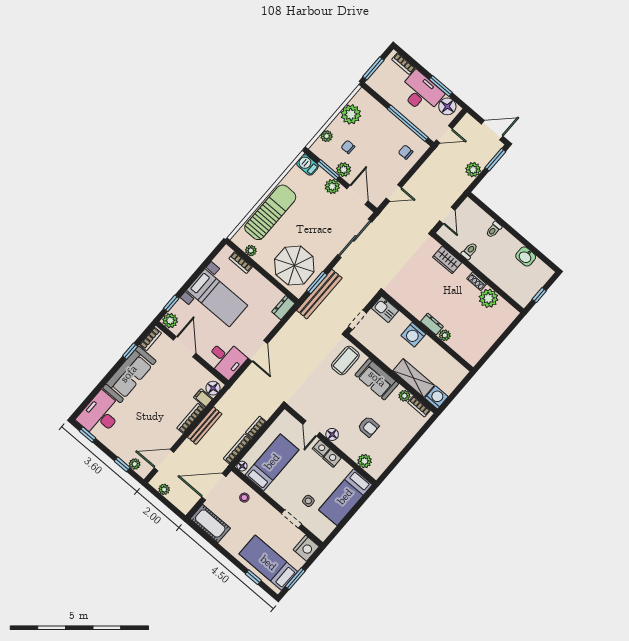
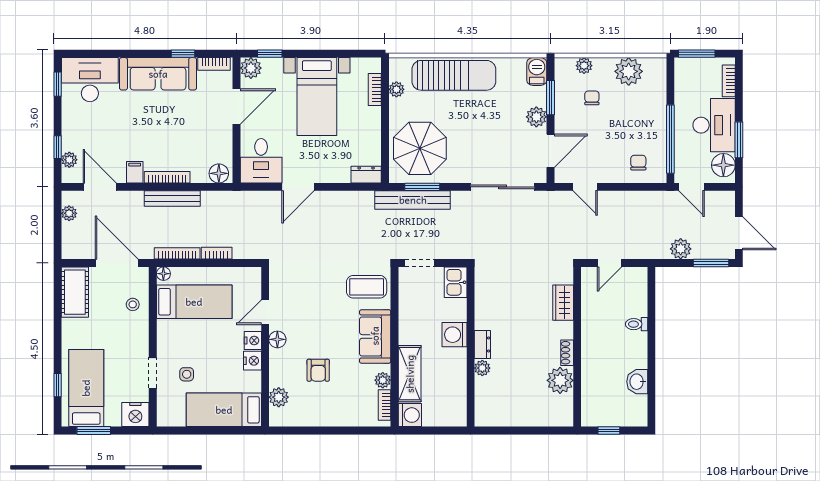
plant: (344, 170) -> (564, 114), removed
toilet: (469, 251) -> (592, 318), removed
filing cabinet: (203, 398) -> (135, 172), moved

